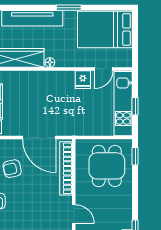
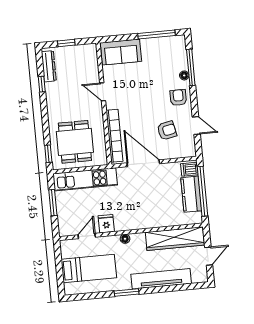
bed: (105, 30) -> (89, 269), width x0.67
floor lamp: (50, 62) -> (125, 239), moved
kitchen unit: (123, 104) -> (85, 179), moved, turned 90
window: (135, 106) -> (53, 203), width x1.50

